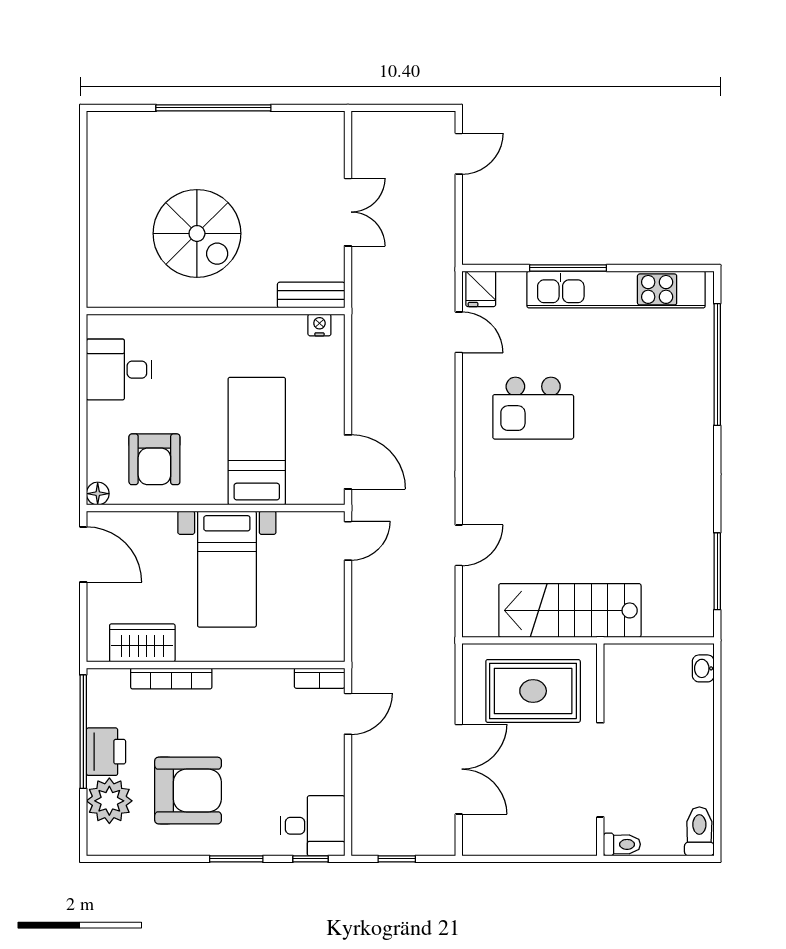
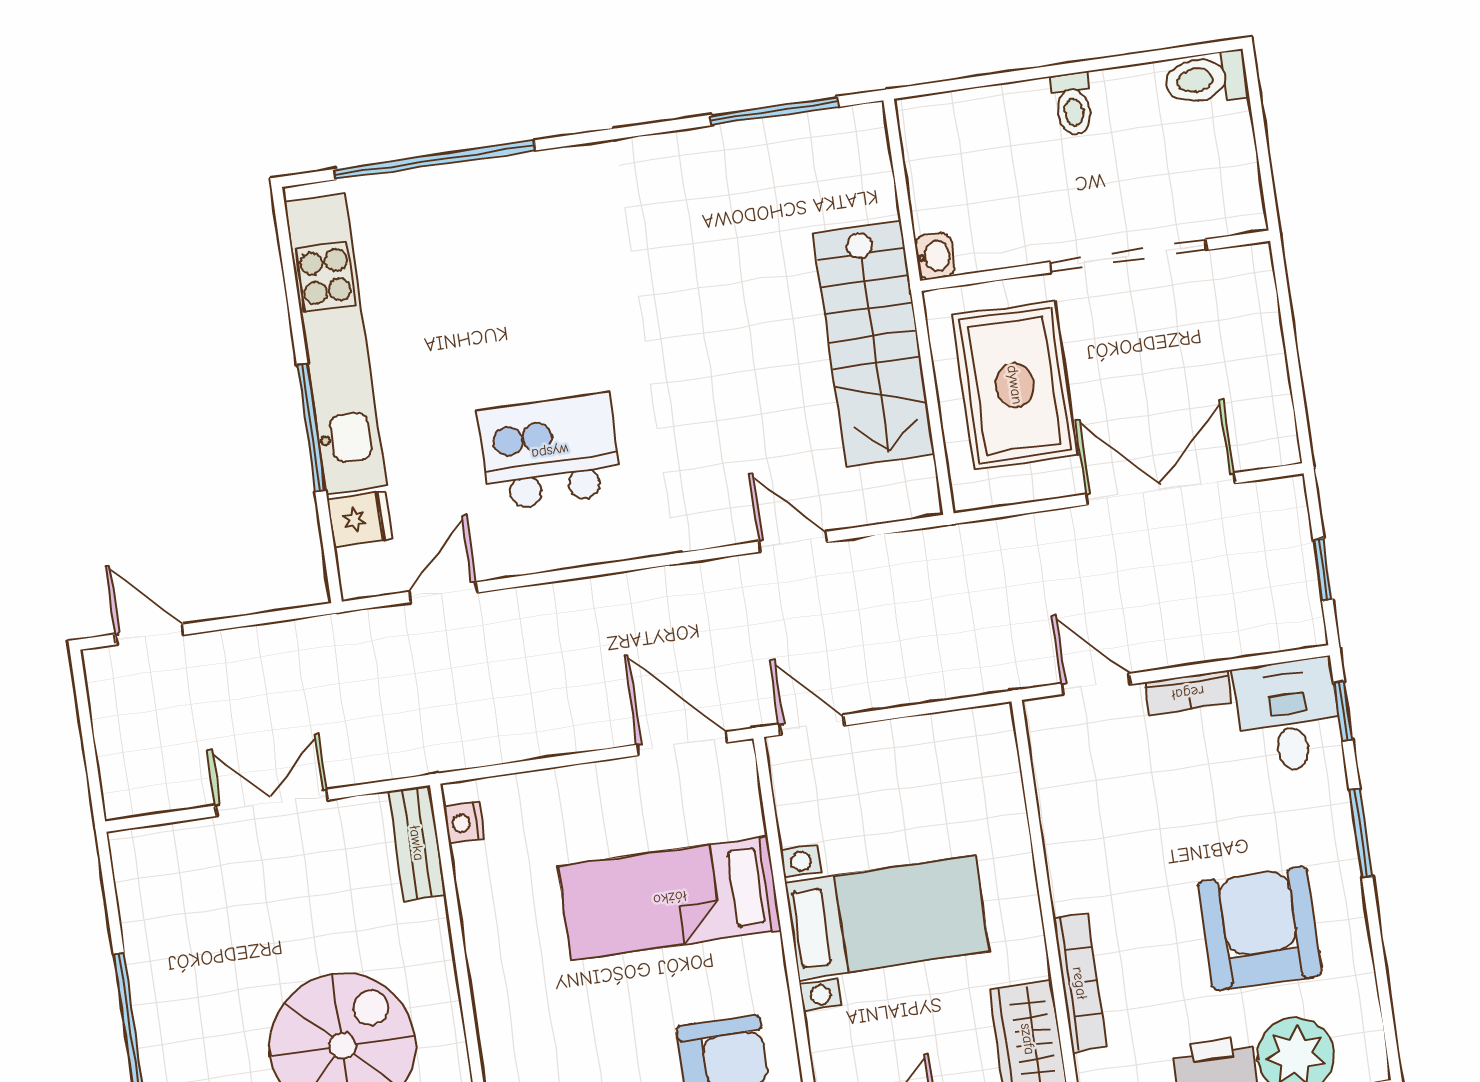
fridge: (481, 289) -> (359, 519), moved
kitchen island: (533, 408) -> (550, 452), turned -90
door: (348, 462) -> (682, 744), hinge flipped
washbasin: (703, 668) -> (935, 256), moved, turned -90
bookcase: (320, 678) -> (1188, 693), moved, turned 90
toilet: (622, 844) -> (1073, 104), moved, turned 180

